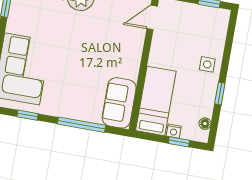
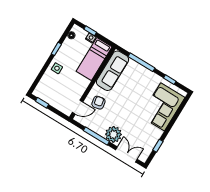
armchair: (123, 37) -> (98, 103), added
sofa: (119, 103) -> (112, 71), width x1.36

